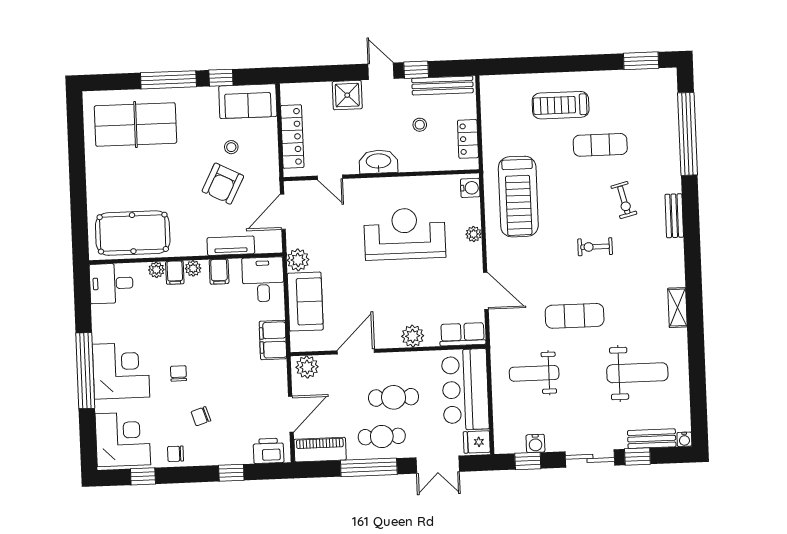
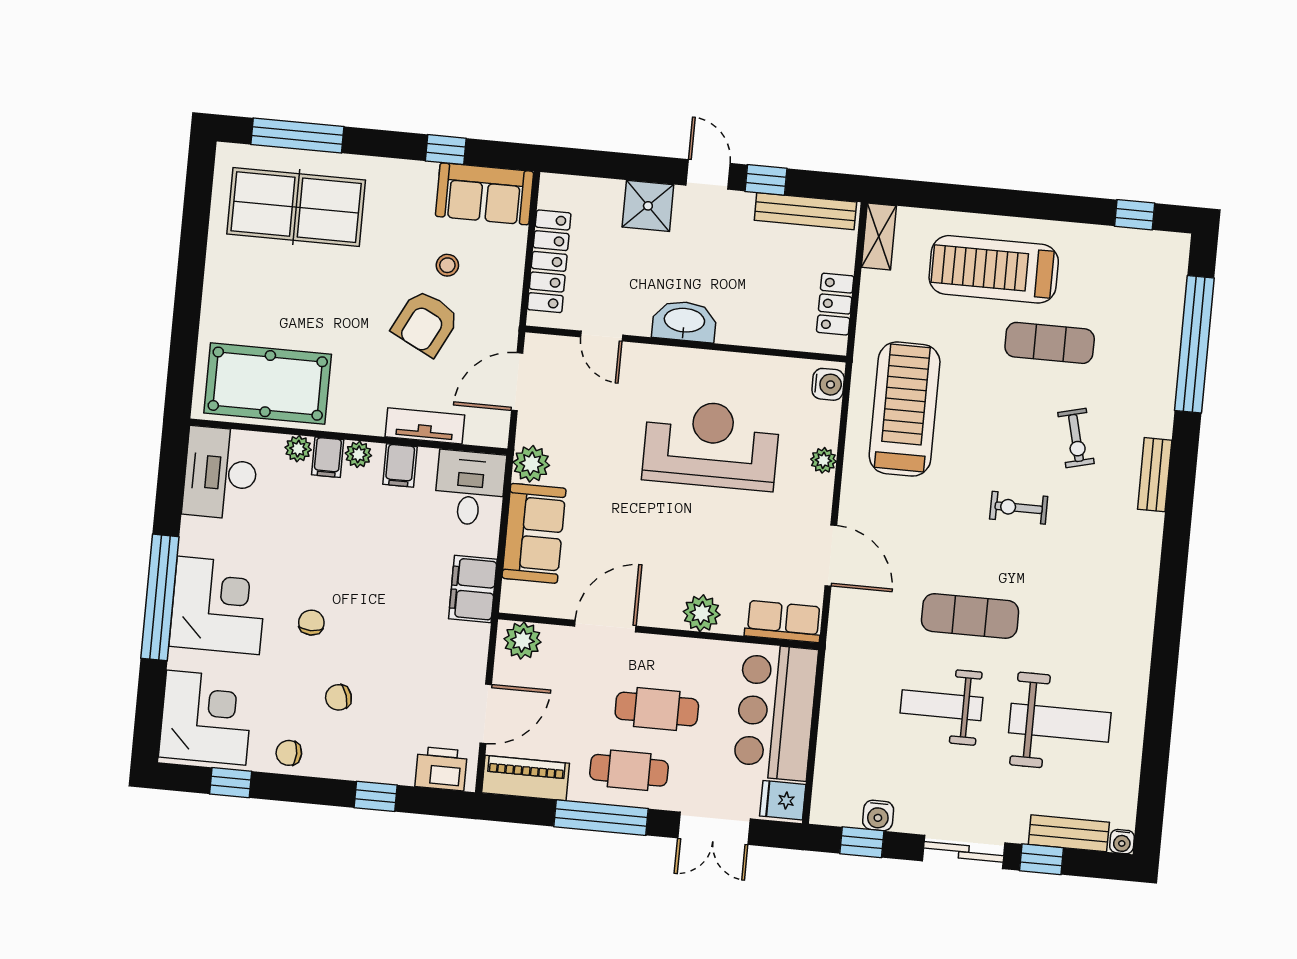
window: (641, 61) -> (1135, 215), width x0.67
window: (168, 80) -> (297, 136), moved
treadmill: (561, 105) -> (994, 269), width x1.37, depth x1.38
stool: (420, 125) -> (760, 270), removed
treadmill: (518, 197) -> (905, 409), turned 180
desk: (111, 283) -> (220, 473), width x1.37
shelving: (677, 308) -> (879, 236), moved
weight bench: (534, 373) -> (942, 705), moved

